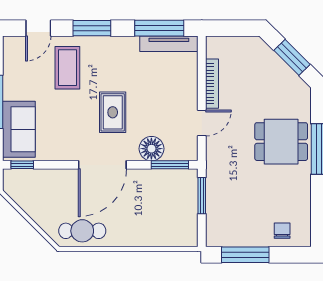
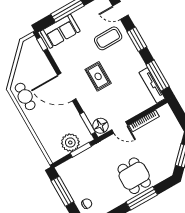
rug: (113, 112) -> (98, 76), turned 90
floor lamp: (151, 149) -> (101, 126), moved
plant: (183, 204) -> (70, 143), added

